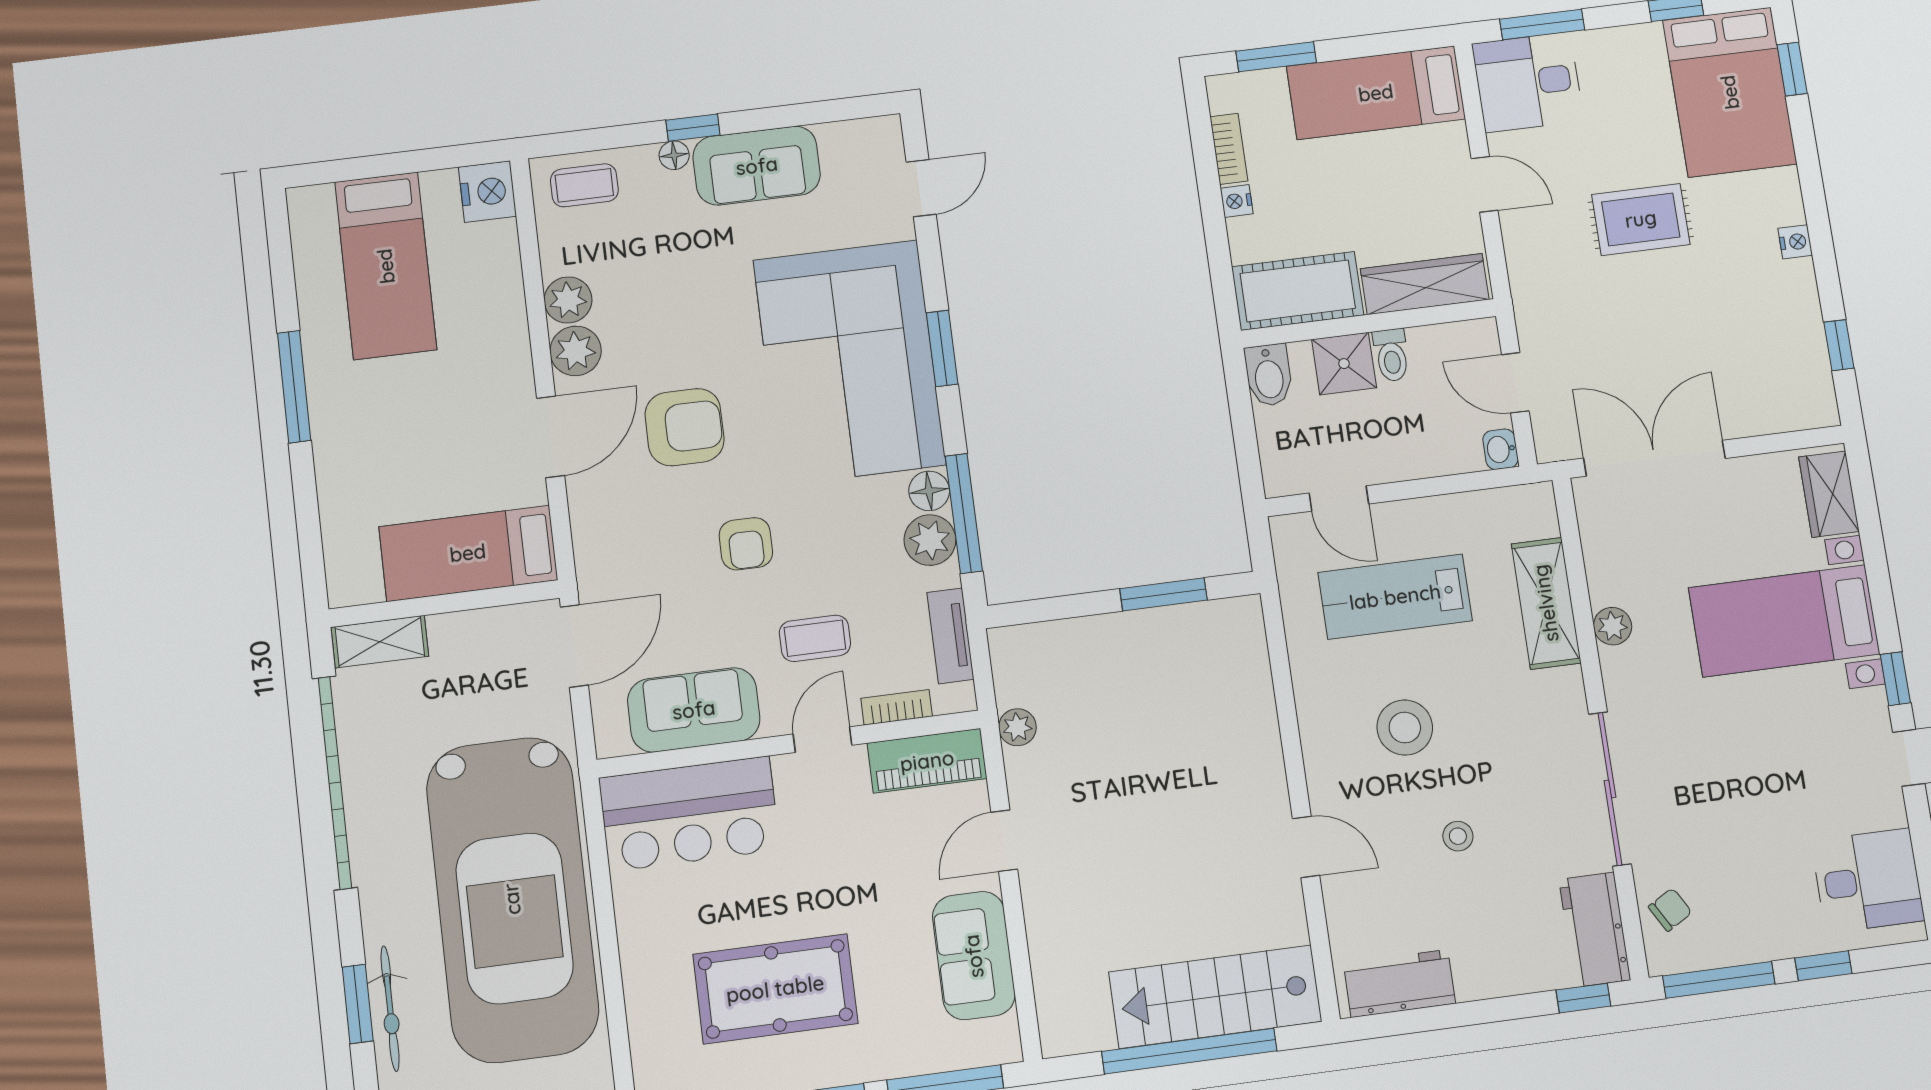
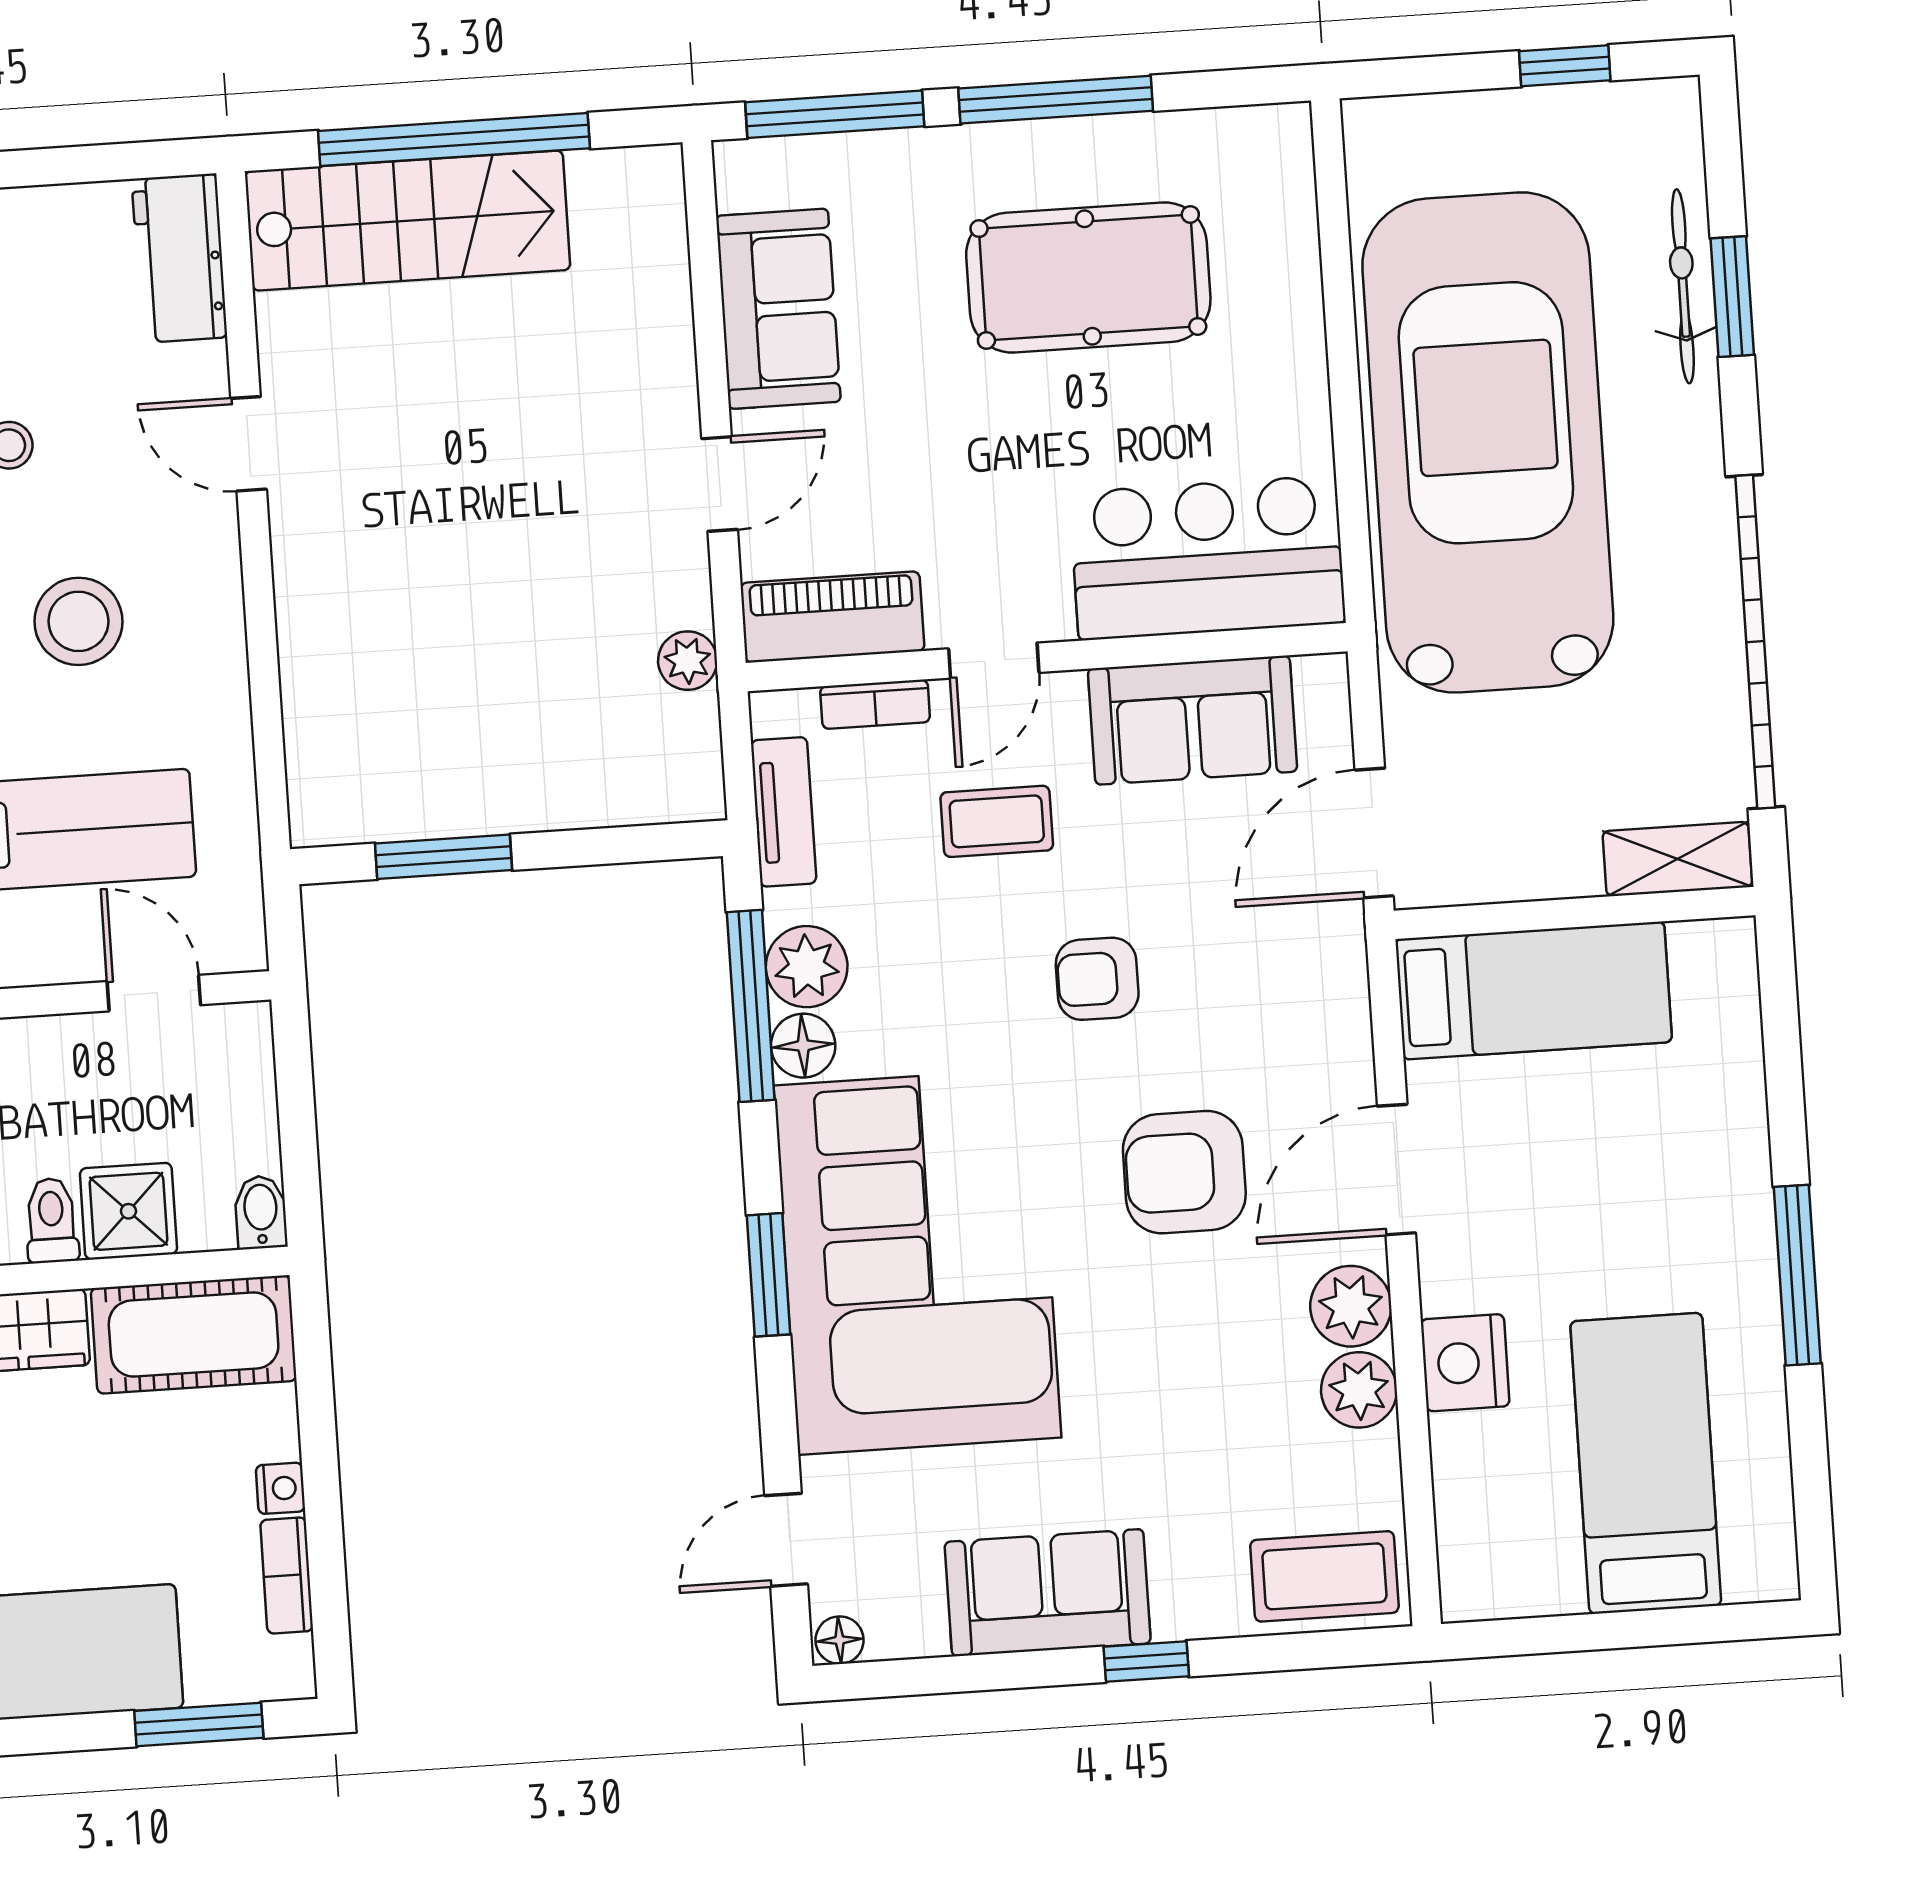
floor lamp: (674, 155) -> (840, 1640), moved
coffee table: (584, 185) -> (1324, 1576), width x1.36, depth x1.30
nightstand: (487, 192) -> (1465, 1363), moved
bidet: (1269, 375) -> (261, 1212), width x0.72, depth x0.74
armchair: (746, 544) -> (1097, 979), turned -90
workbench: (1399, 983) -> (179, 258), moved, turned 90

